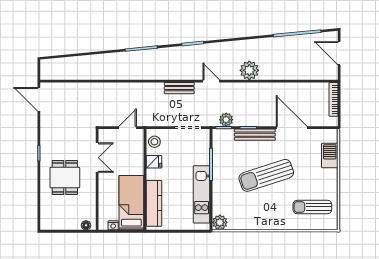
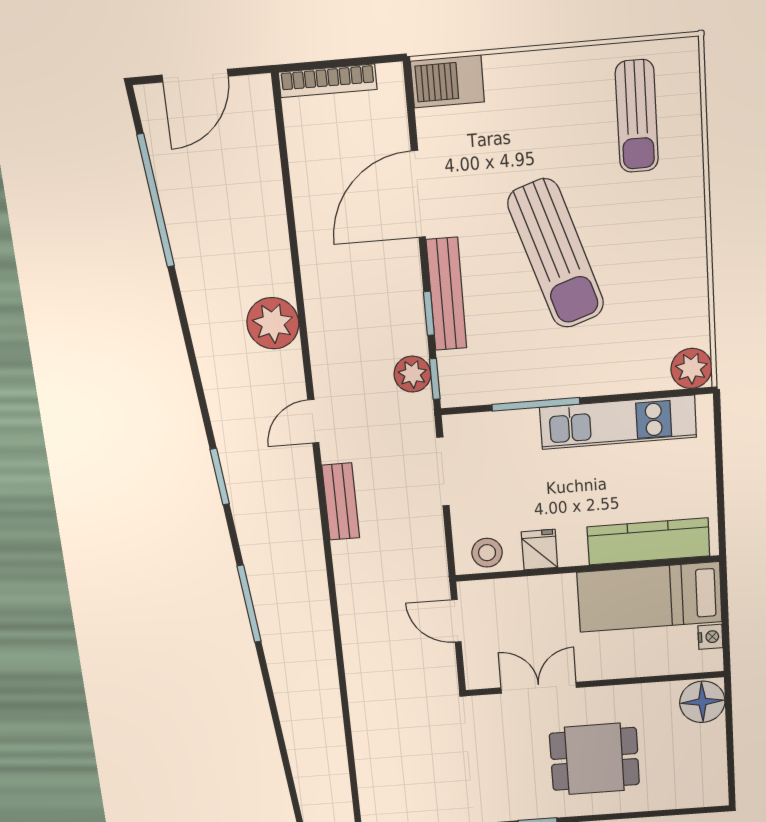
barbecue: (330, 156) -> (447, 81), moved
floor lamp: (86, 225) -> (702, 702), width x1.89, depth x1.89

